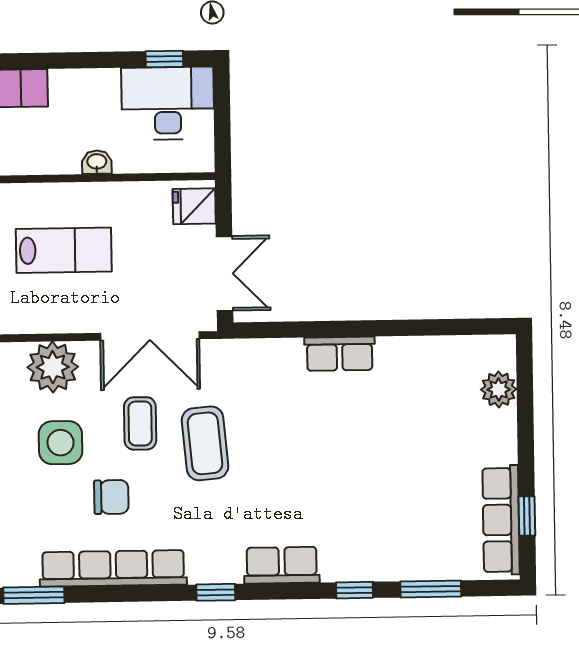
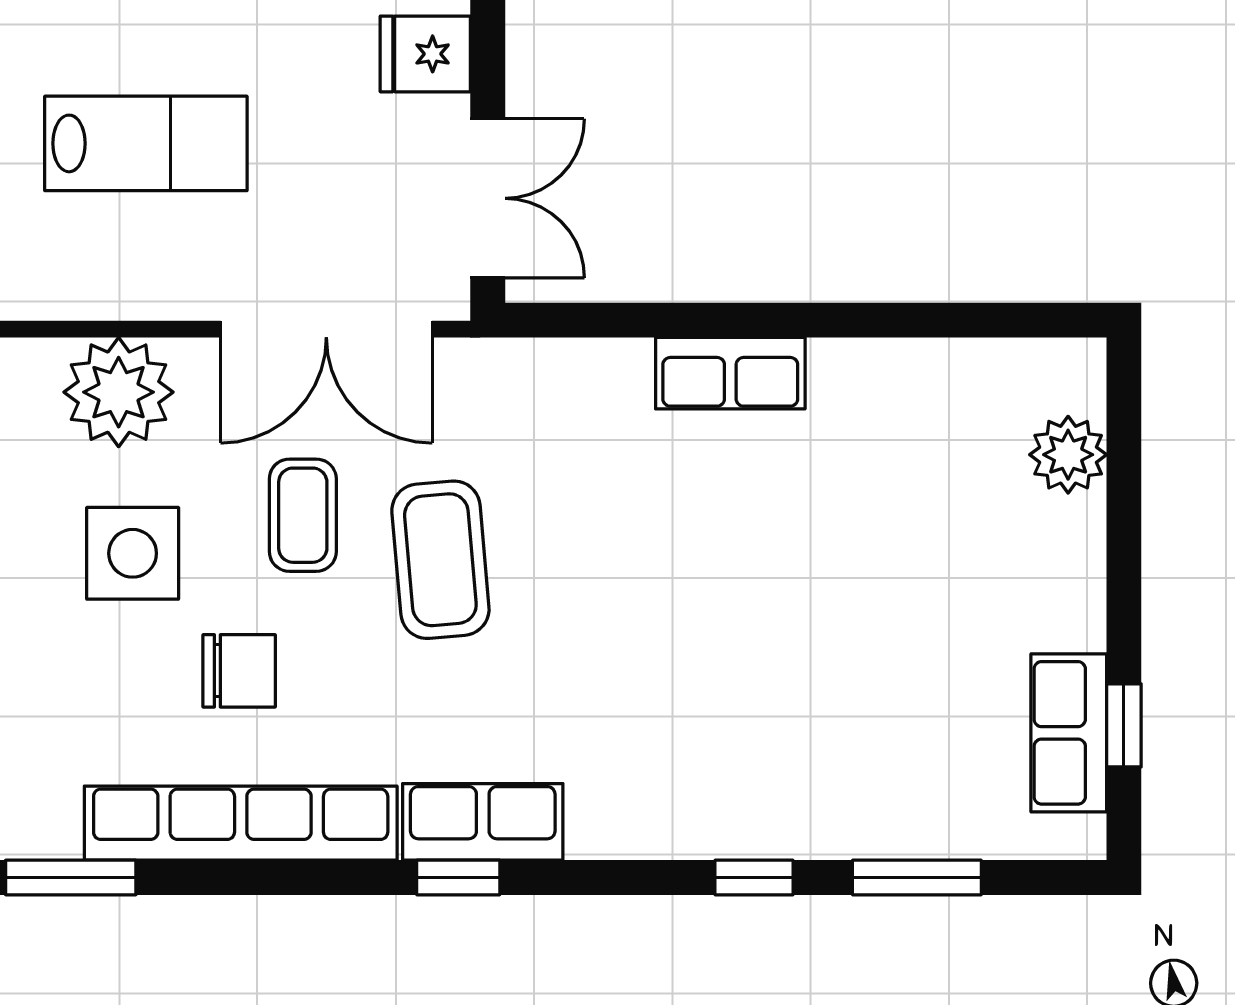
row of seats: (501, 520) -> (1069, 733), width x0.68
row of seats: (282, 565) -> (483, 822), moved

